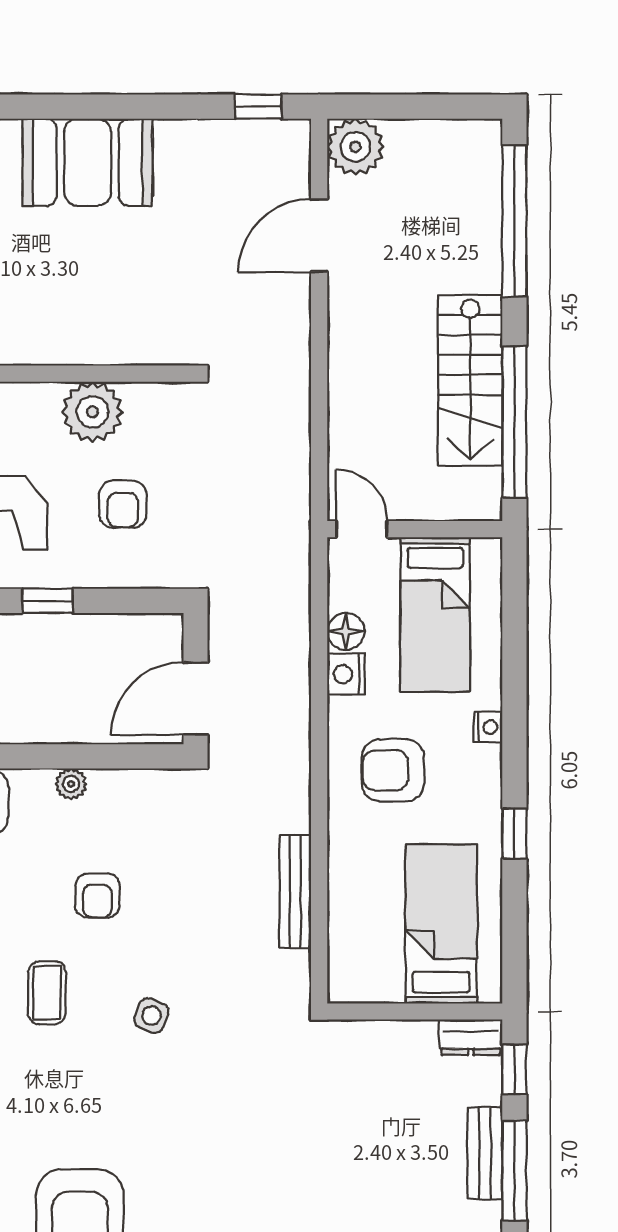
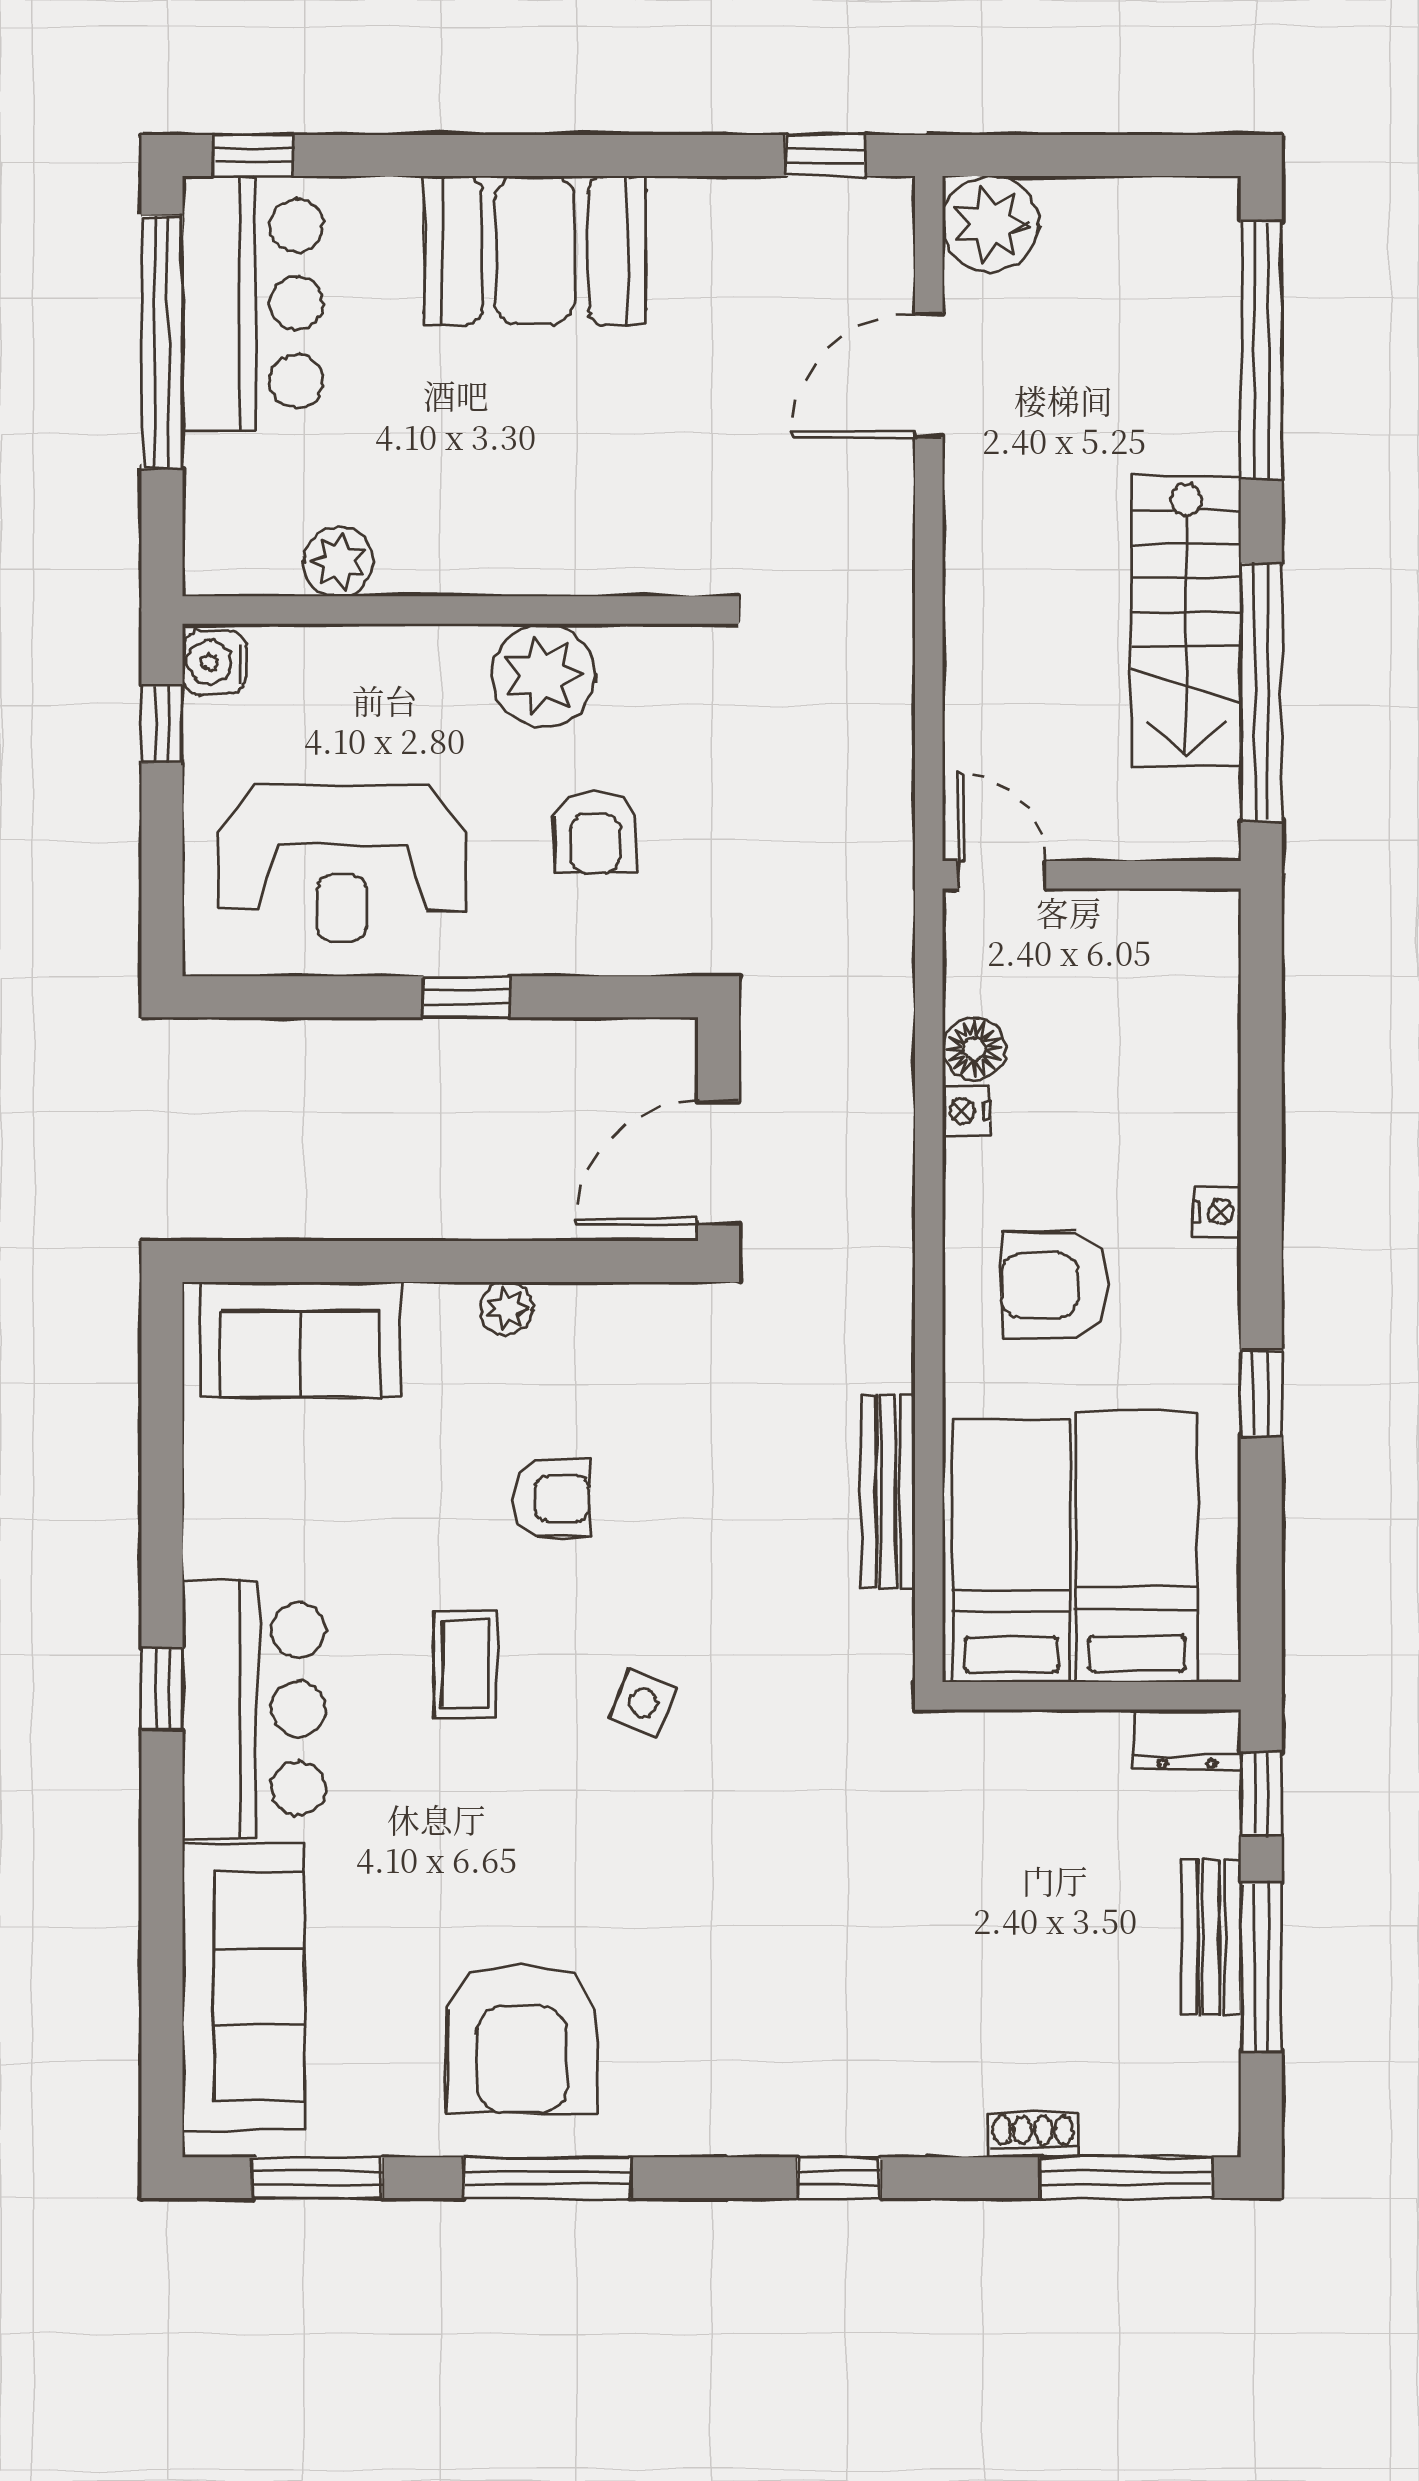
bed: (435, 614) -> (1011, 1551), moved, turned 180
nightstand: (346, 674) -> (966, 1111), width x0.72, depth x0.74
armchair: (97, 896) -> (551, 1498), turned -90

